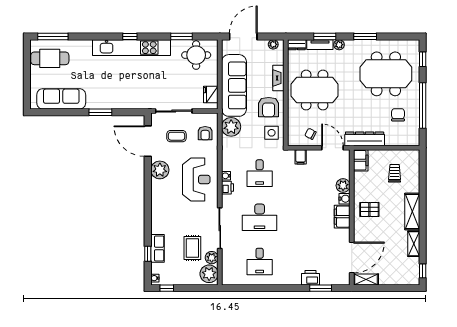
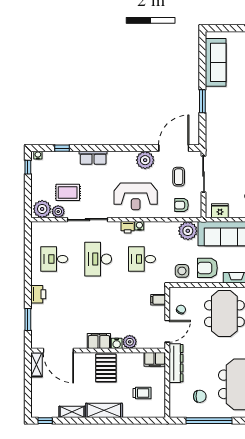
pallet: (369, 209) -> (106, 368), width x1.50, depth x1.42
row of seats: (157, 248) -> (93, 158), moved
printer: (310, 278) -> (38, 294), moved

